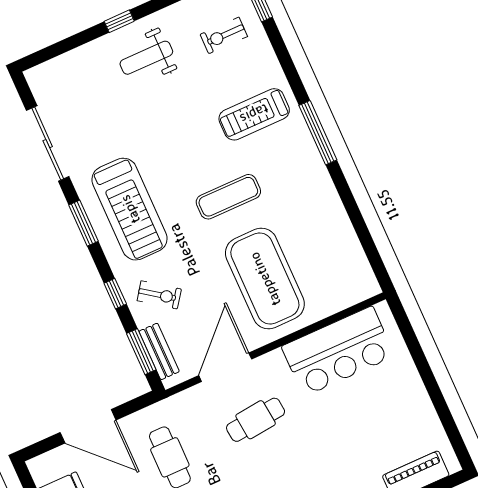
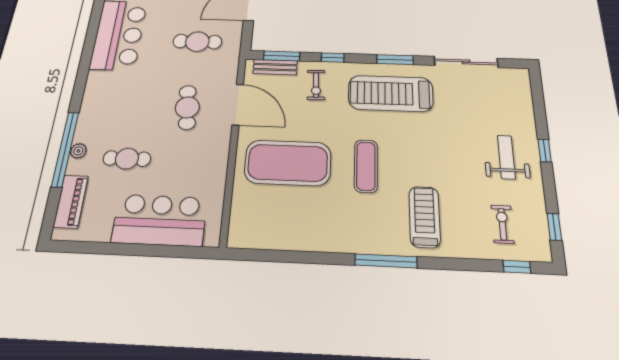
exercise bike: (159, 295) -> (316, 85), turned -38
bar counter: (338, 351) -> (160, 220), moved, turned 90
cafe table: (344, 448) -> (127, 159), added

